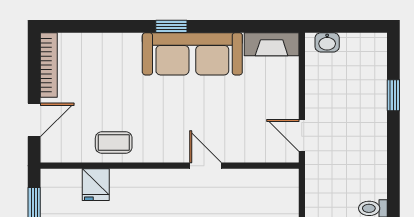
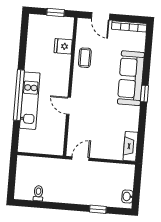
washbasin: (327, 42) -> (127, 197), moved
sofa: (192, 54) -> (131, 78), moved
door: (205, 166) -> (69, 106), swing flipped

